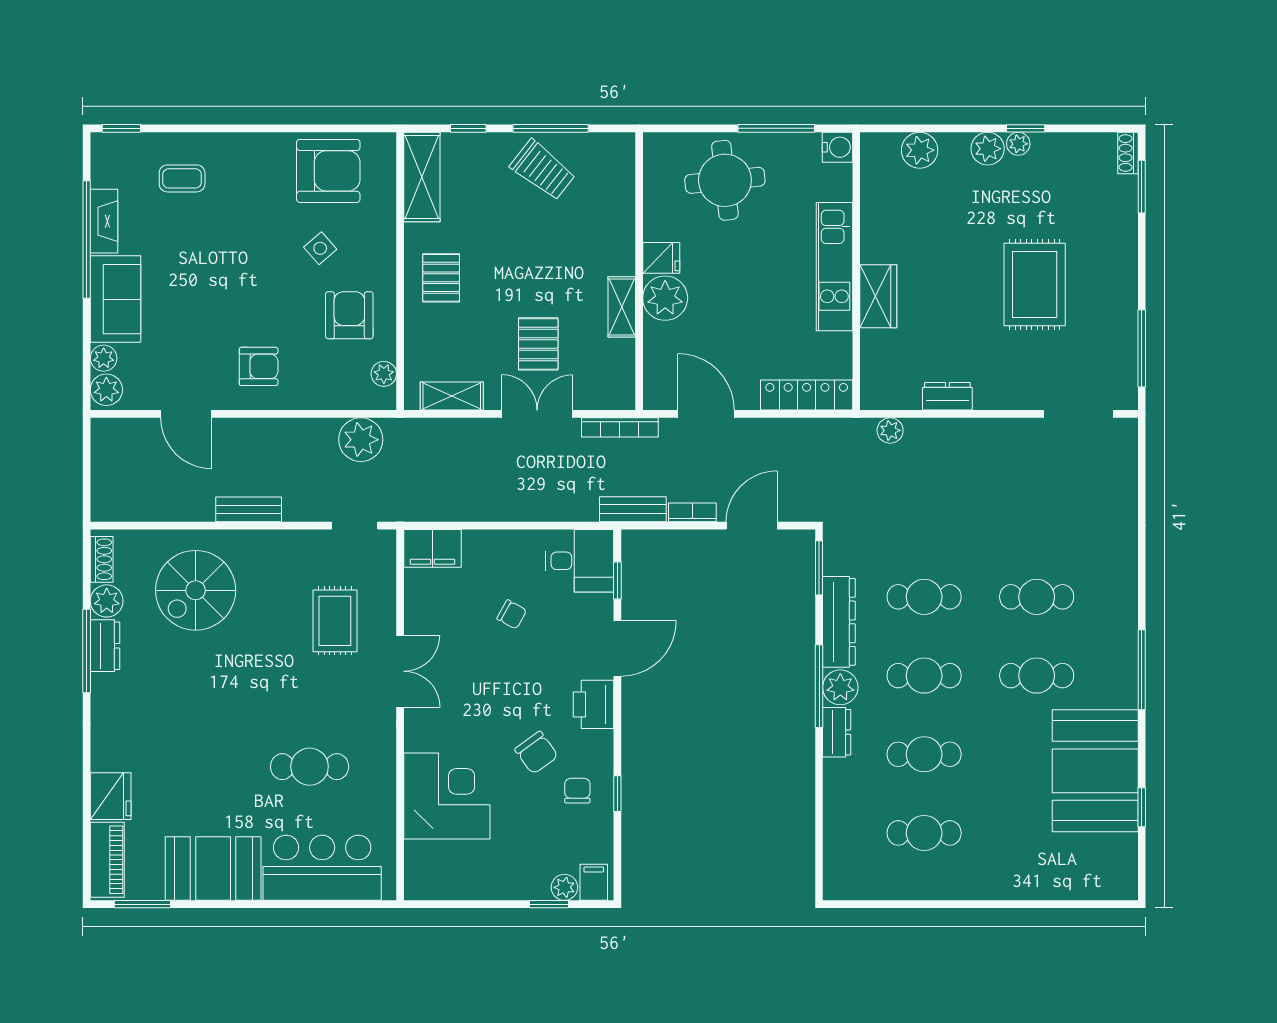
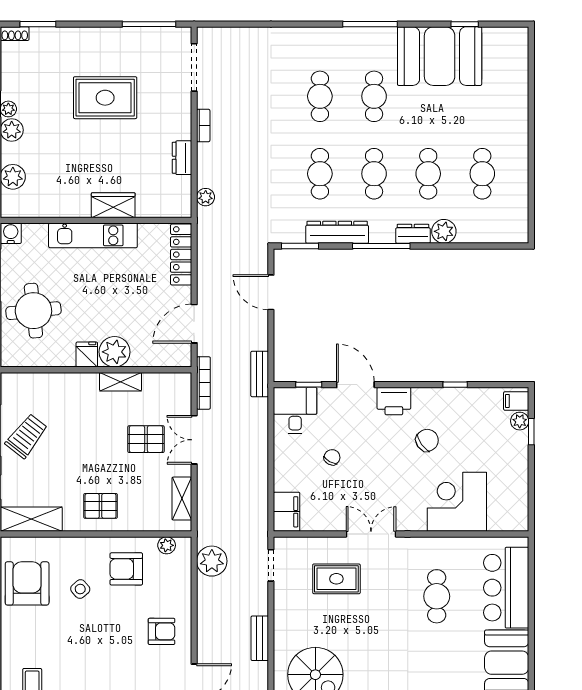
armchair: (259, 366) -> (161, 631), turned 90
bookcase: (692, 512) -> (203, 126), moved, turned 180
plant: (840, 687) -> (444, 231), moved
chair: (577, 791) -> (453, 412), removed

